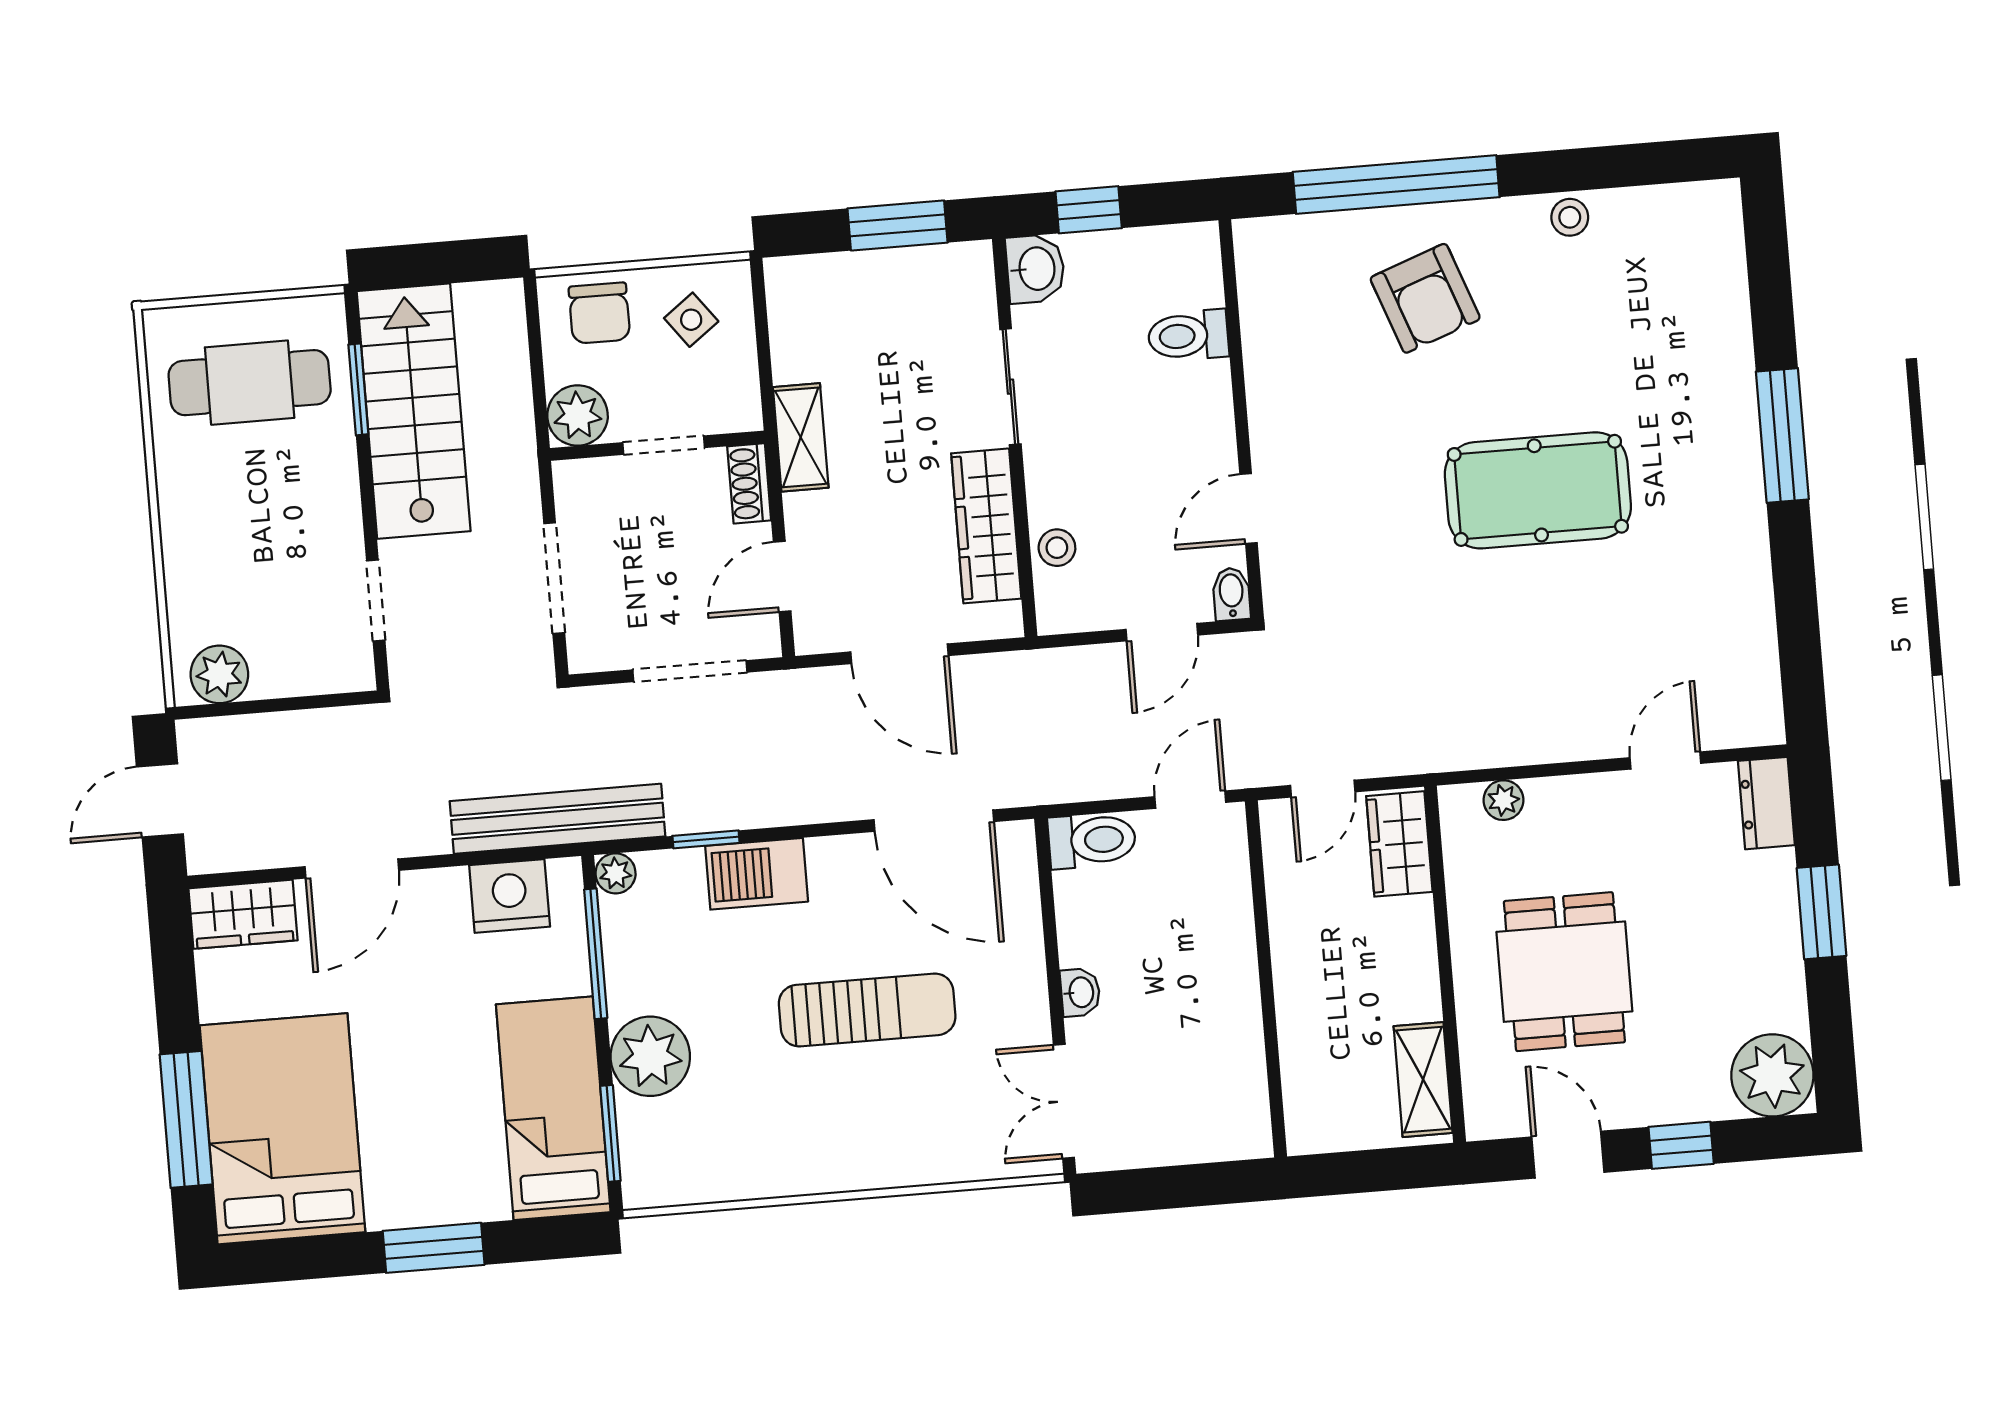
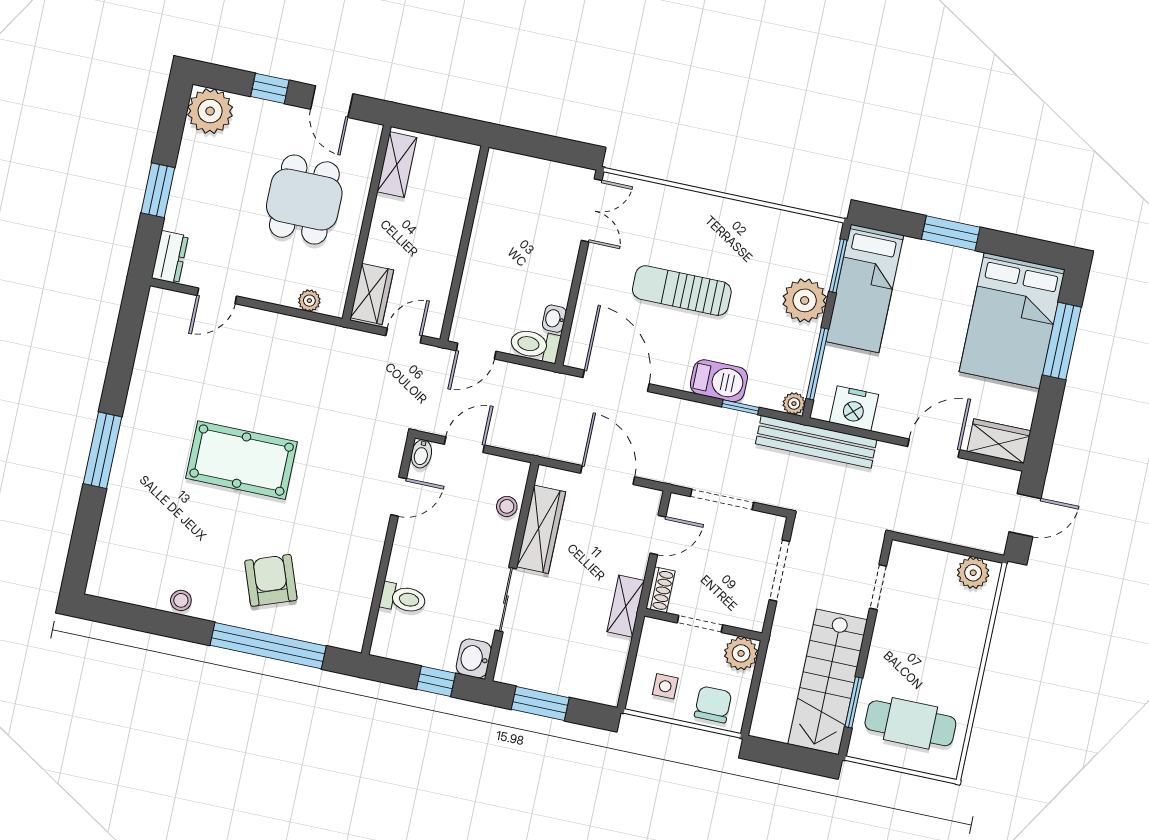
side table: (691, 320) -> (665, 686), turned 37
washbasin: (1080, 992) -> (554, 319), moved

